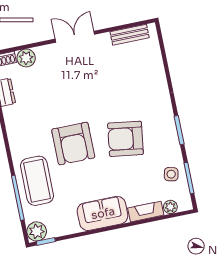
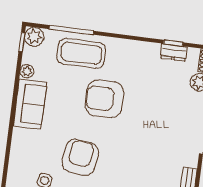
armchair: (125, 139) -> (80, 157), moved
plant: (170, 207) -> (27, 71), moved
fireplace: (146, 212) -> (18, 145), removed

